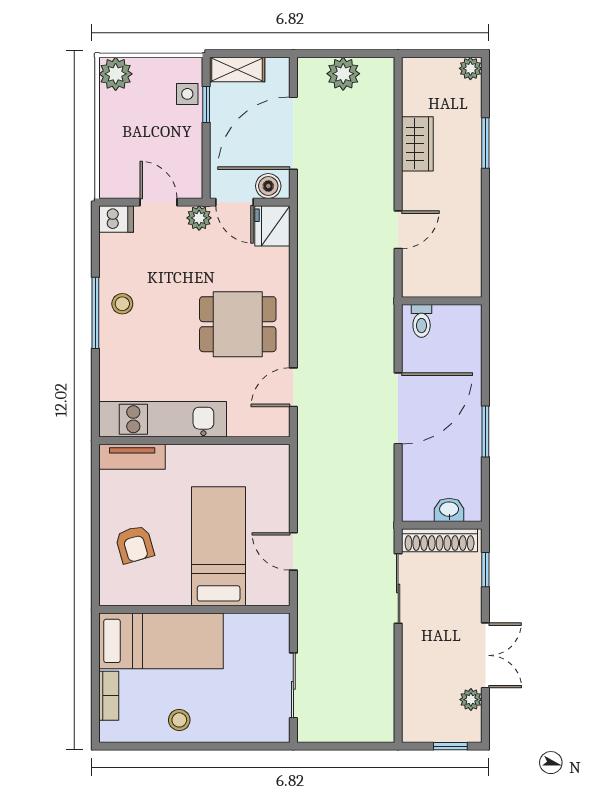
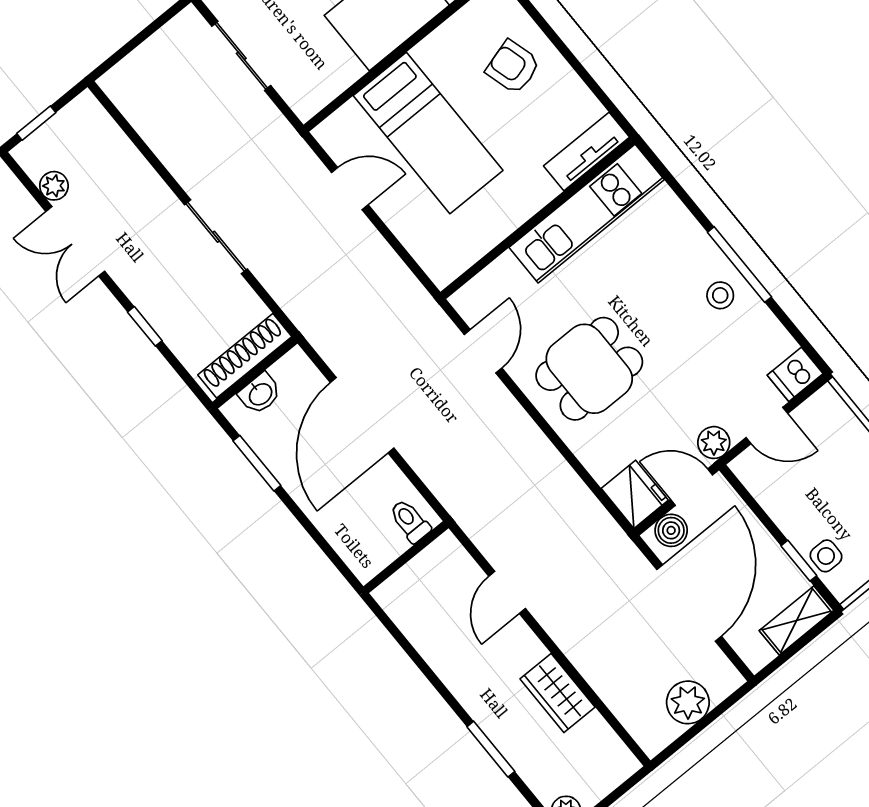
washbasin: (449, 510) -> (260, 394), moved
wall: (442, 525) -> (255, 373), moved
shoe rack: (440, 540) -> (245, 356), moved

